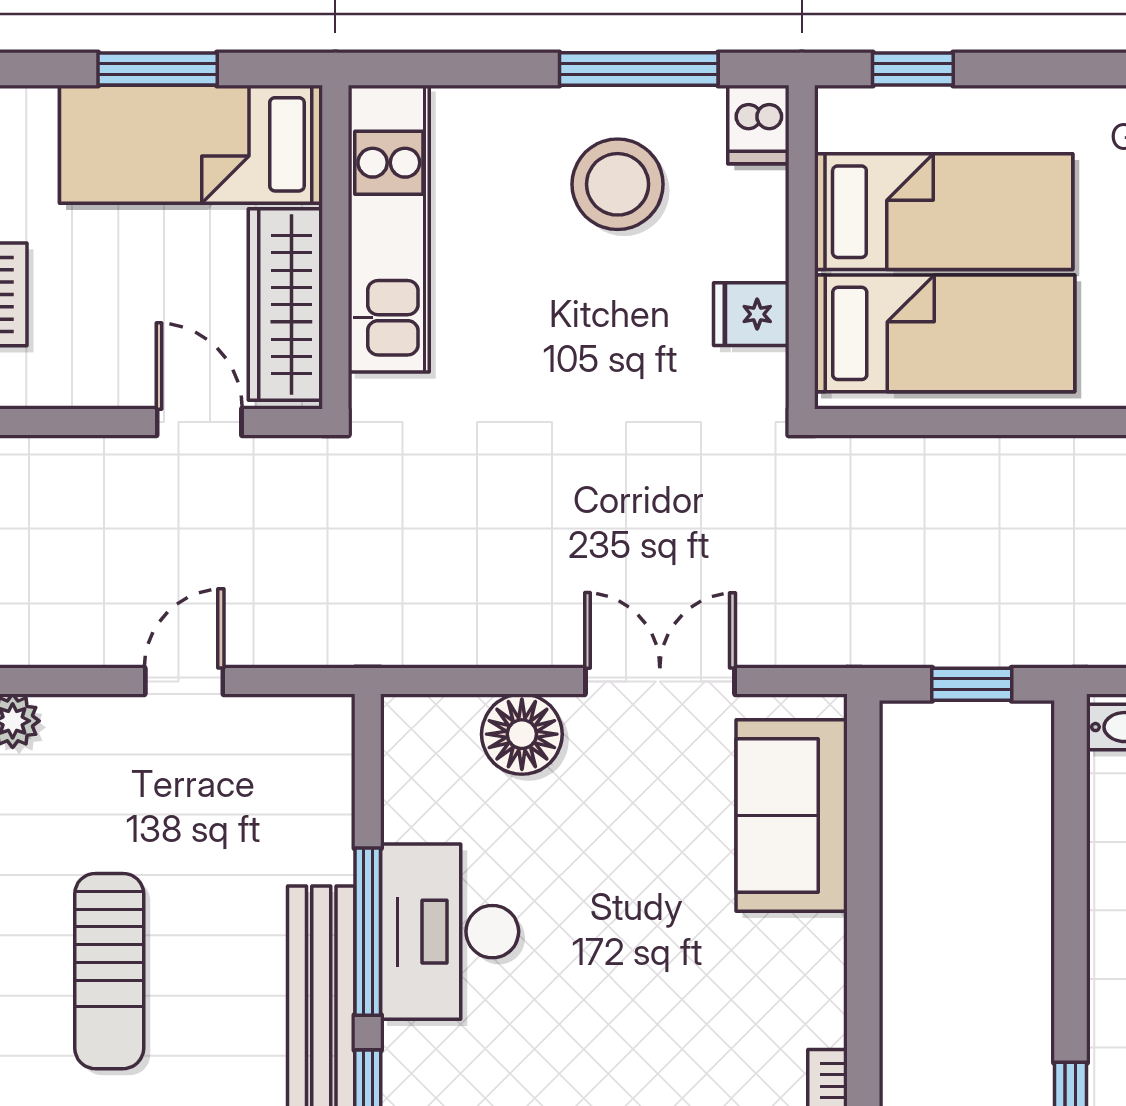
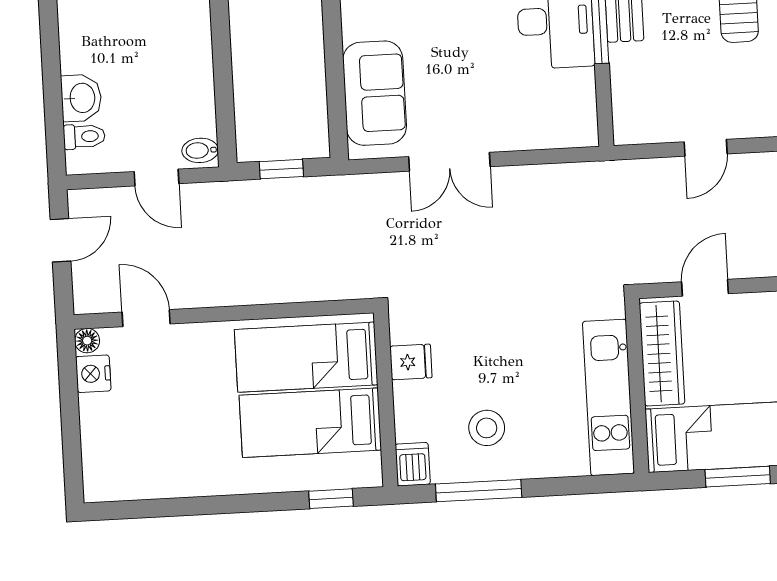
stool: (618, 184) -> (487, 428), width x0.73, depth x0.73
door: (199, 422) -> (705, 288), swing flipped
floor lamp: (522, 734) -> (522, 129), removed

